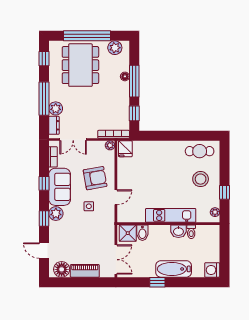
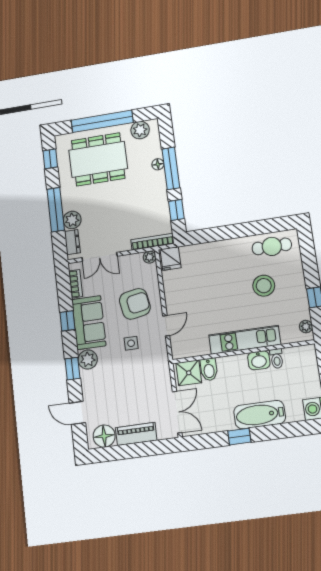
dining table: (80, 65) -> (98, 159), turned 90
stool: (201, 179) -> (264, 286), moved

